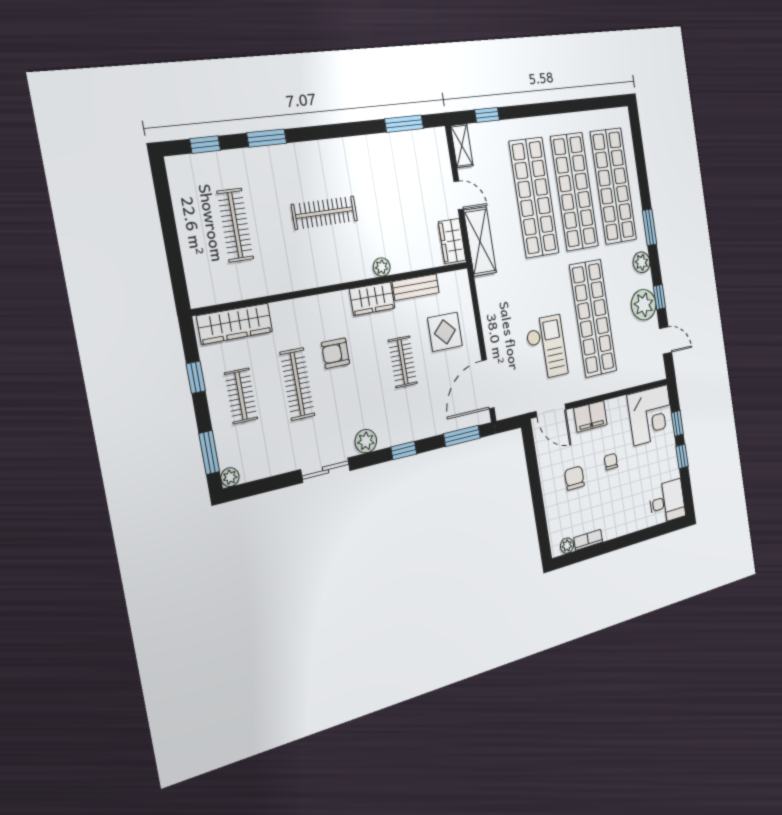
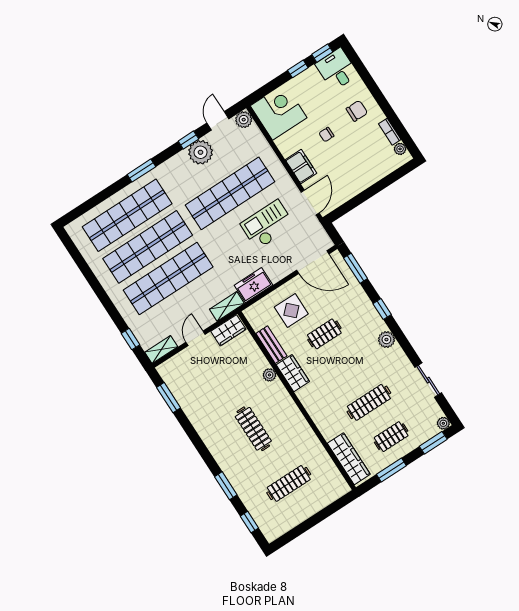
shelving: (480, 242) -> (227, 306), width x0.67, depth x0.75
plant: (642, 262) -> (244, 120), moved
freezer: (490, 298) -> (253, 285), added
armchair: (335, 353) -> (339, 384), removed
window: (196, 377) -> (391, 470), width x1.50
window: (677, 423) -> (322, 53), moved
sliding door: (326, 470) -> (428, 380), moved
chair: (574, 478) -> (357, 111), moved, turned 180

